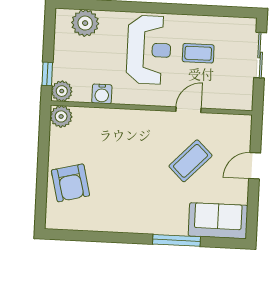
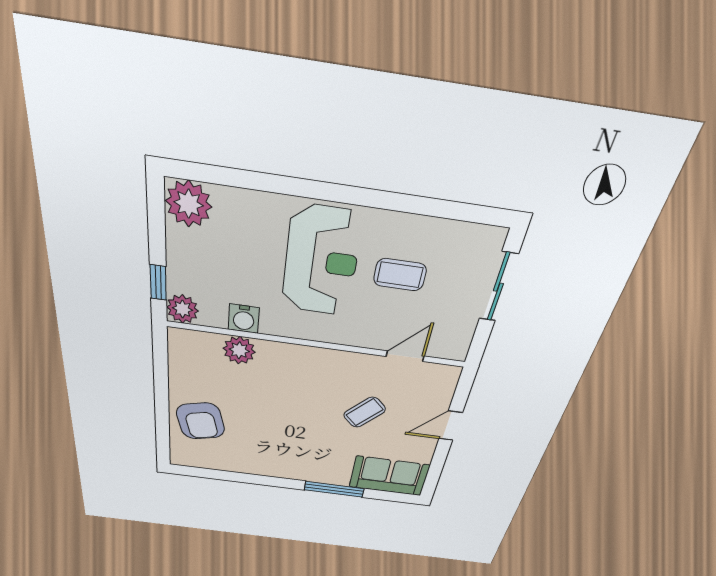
plant: (85, 23) -> (189, 204), moved
door: (189, 110) -> (405, 356), moved
plant: (61, 116) -> (239, 350), moved
coffee table: (191, 161) -> (365, 412), width x0.73, depth x0.77

